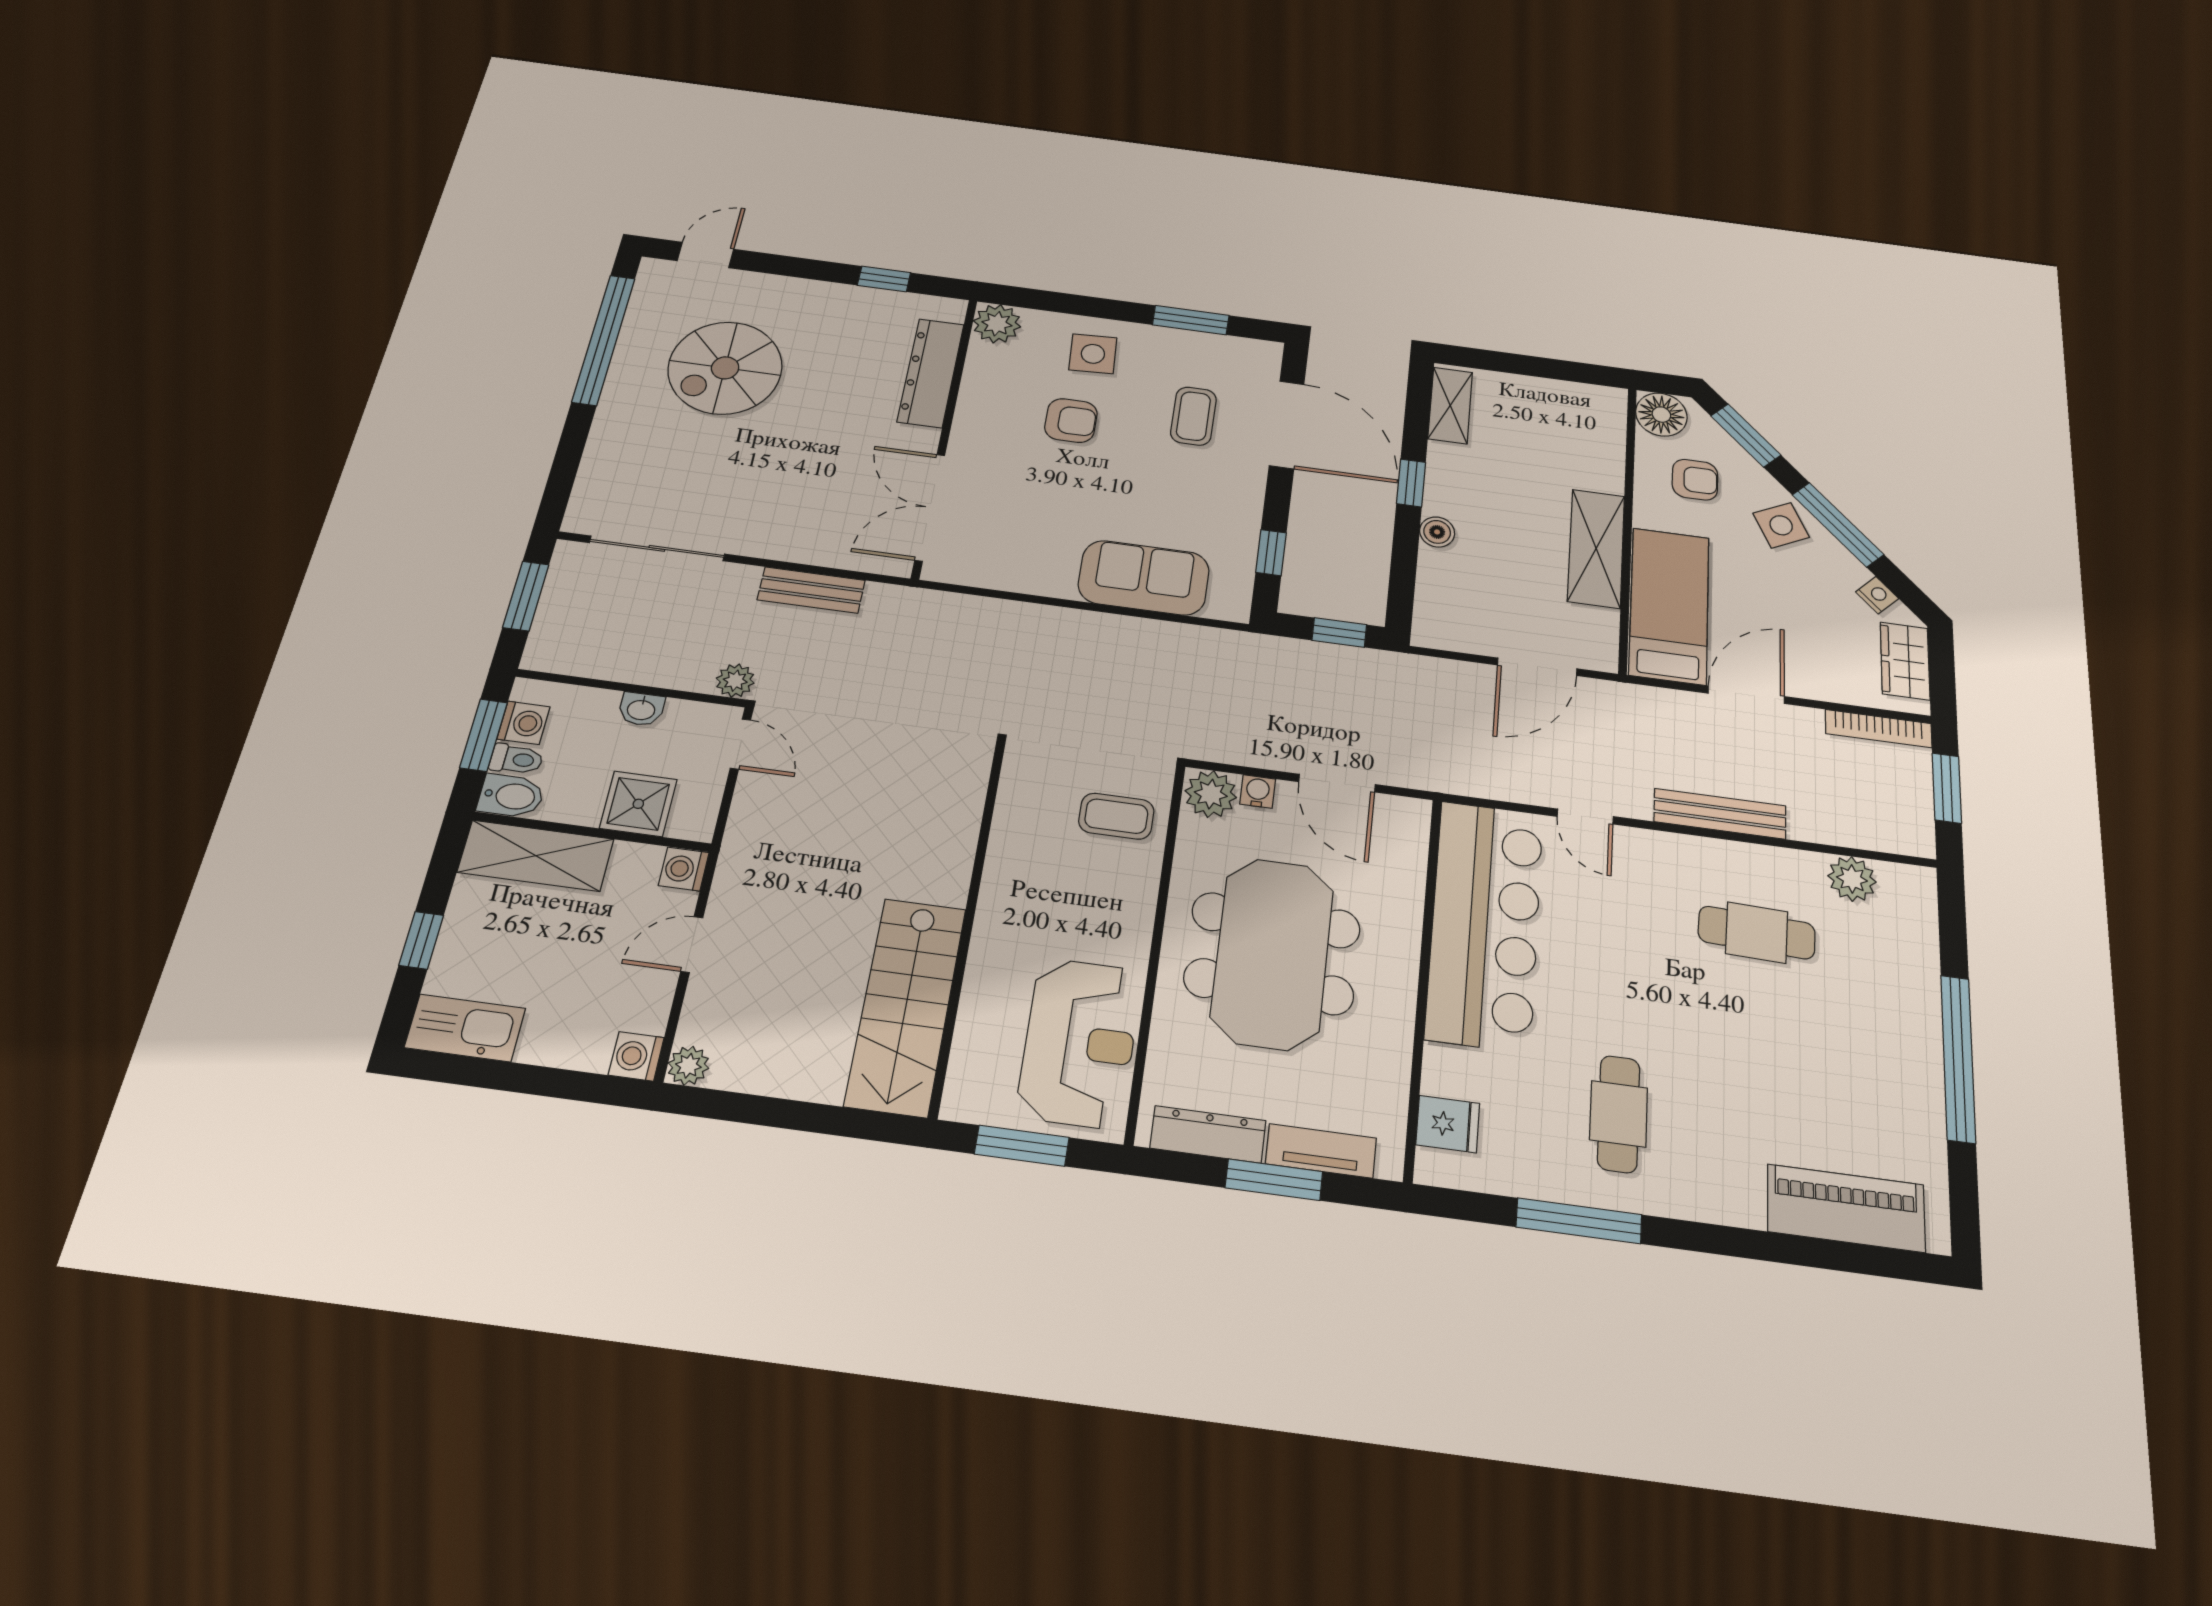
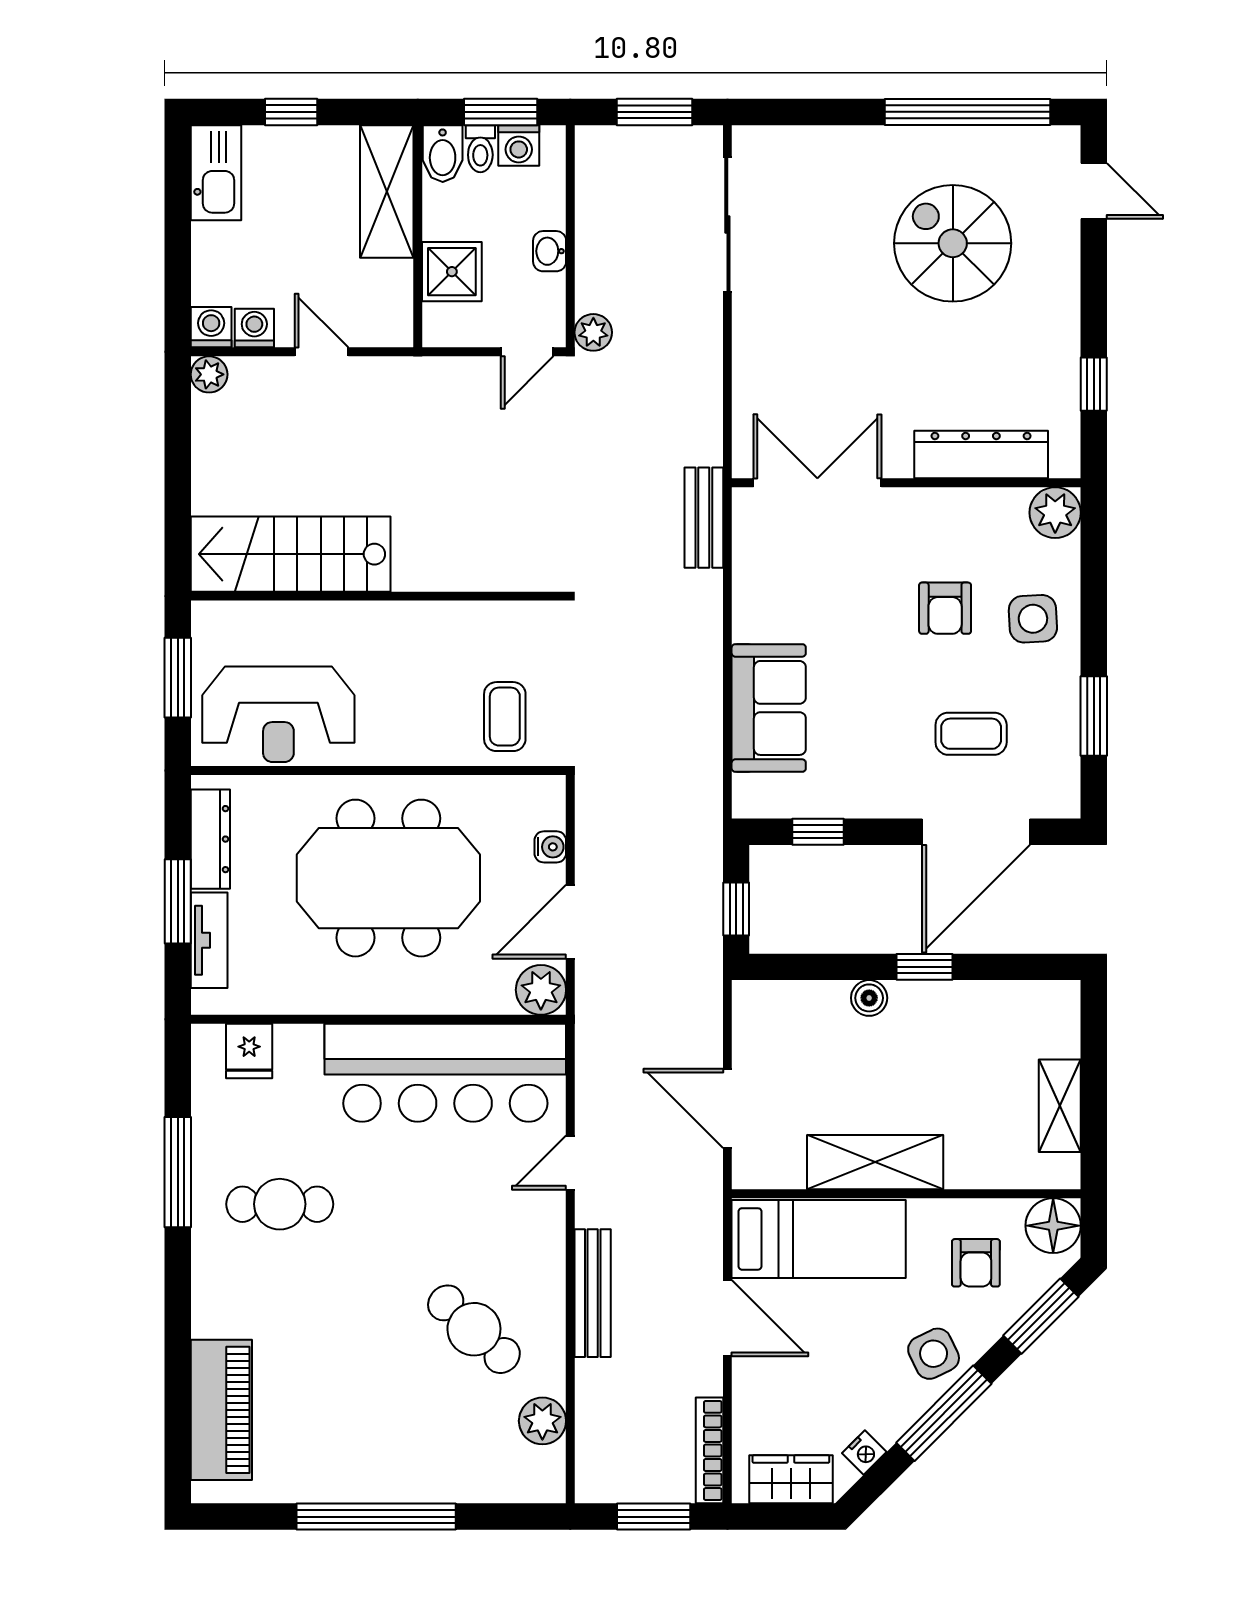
shelving: (1450, 405) -> (1060, 1106), moved, turned 90
bench: (811, 590) -> (704, 518), moved
plant: (1211, 794) -> (541, 990), moved
washing machine: (684, 869) -> (254, 328), moved
cafe table: (1757, 933) -> (474, 1329), turned -49

